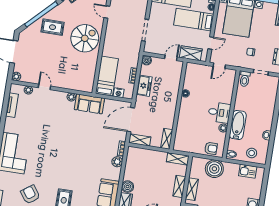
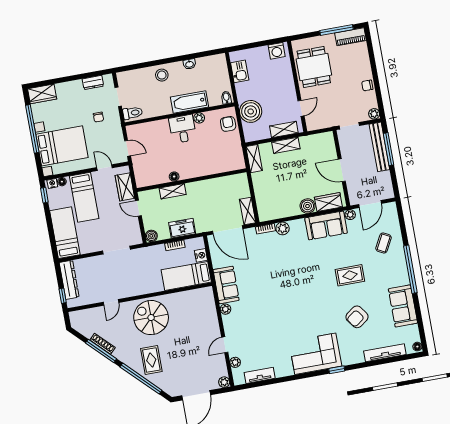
shelving: (167, 139) -> (173, 191), moved
stool: (252, 153) -> (162, 75), moved

